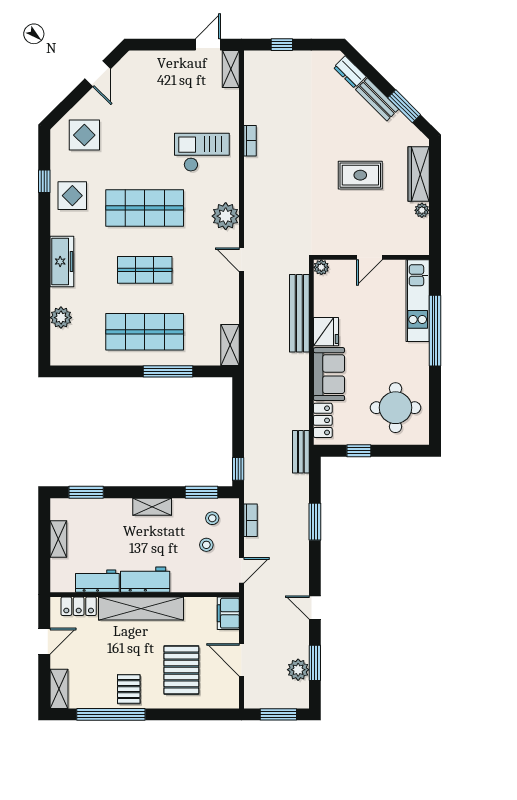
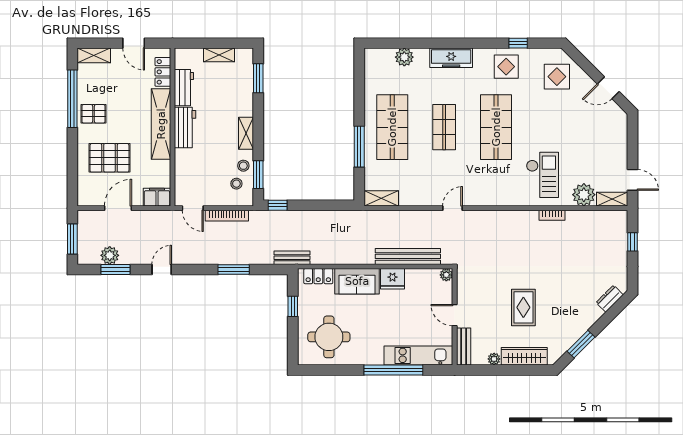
bench: (377, 99) -> (464, 346), moved, turned -45
plant: (226, 216) -> (584, 195), moved
bookcase: (250, 520) -> (227, 216), width x1.56
stool: (206, 545) -> (243, 166), moved

